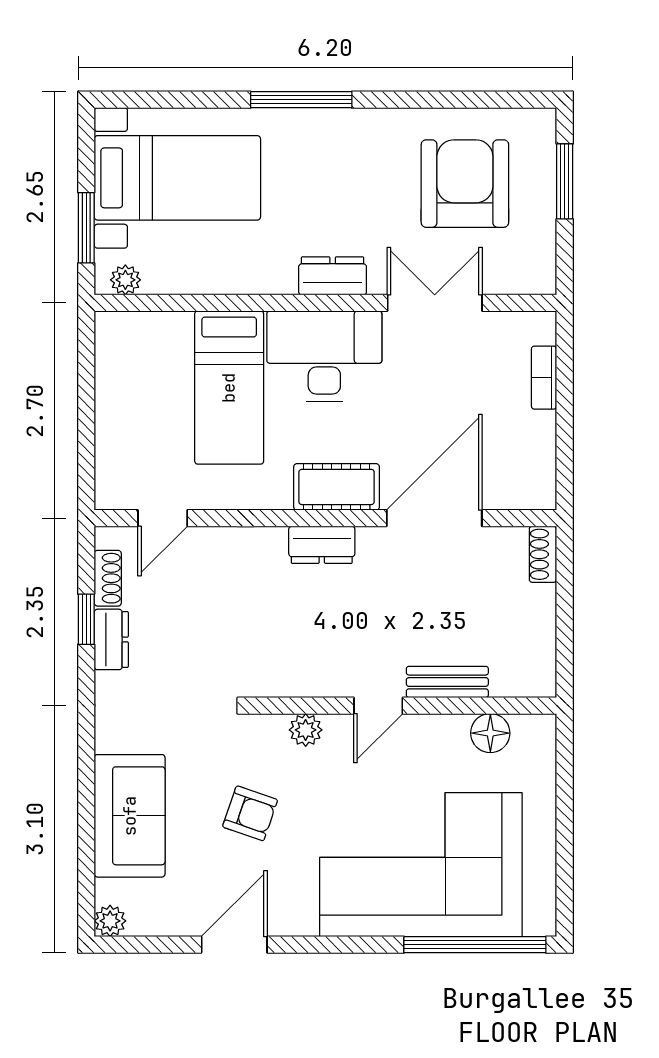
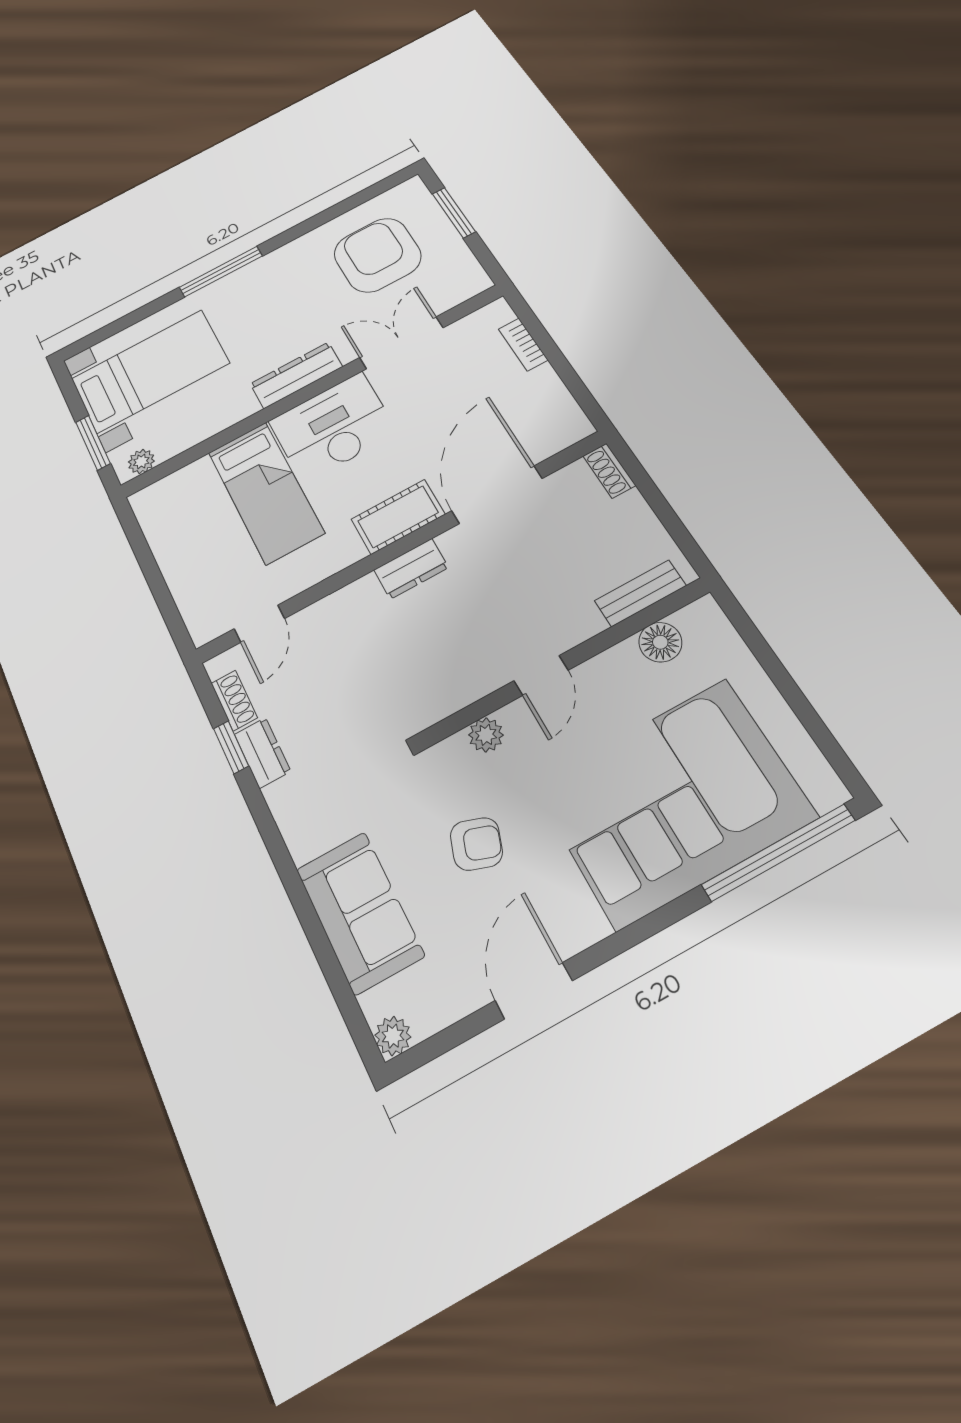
dresser: (333, 276) -> (296, 375), width x1.44
bench: (447, 682) -> (640, 593), moved

